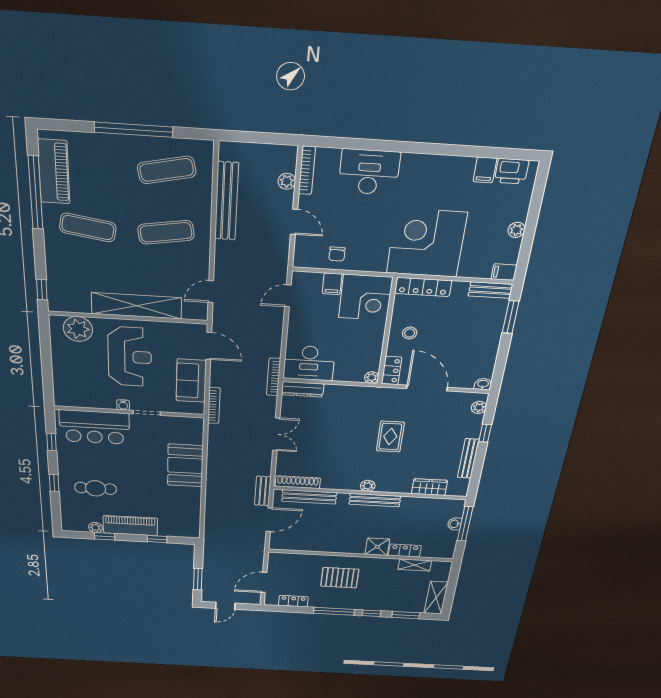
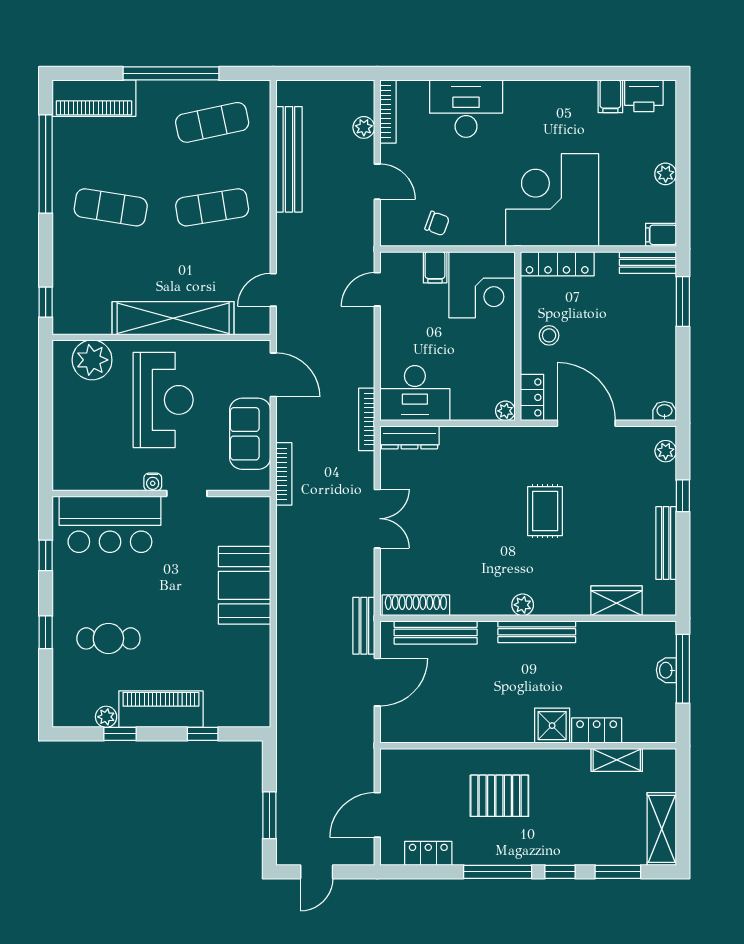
piano: (54, 172) -> (94, 98), moved, turned 90
chair: (337, 254) -> (437, 223), turned -70

